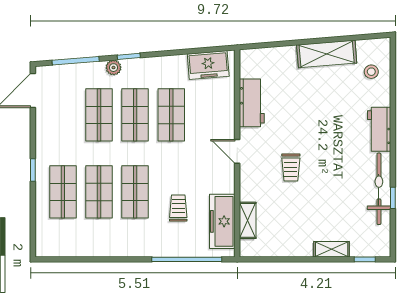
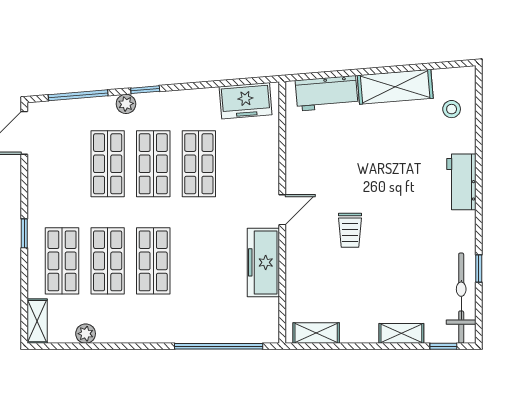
workbench: (252, 103) -> (327, 93), moved, turned 85
door: (237, 151) -> (282, 210), swing flipped
bicycle: (379, 189) -> (461, 298), moved
trolley: (178, 208) -> (208, 281), removed
shelving: (248, 220) -> (316, 333), moved, turned 90
freezer: (222, 221) -> (263, 262), moved
shelving: (43, 240) -> (37, 321), added
plant: (82, 249) -> (86, 334), added

